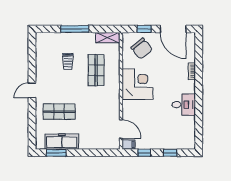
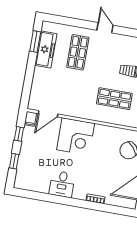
corner desk: (138, 84) -> (76, 137), moved

